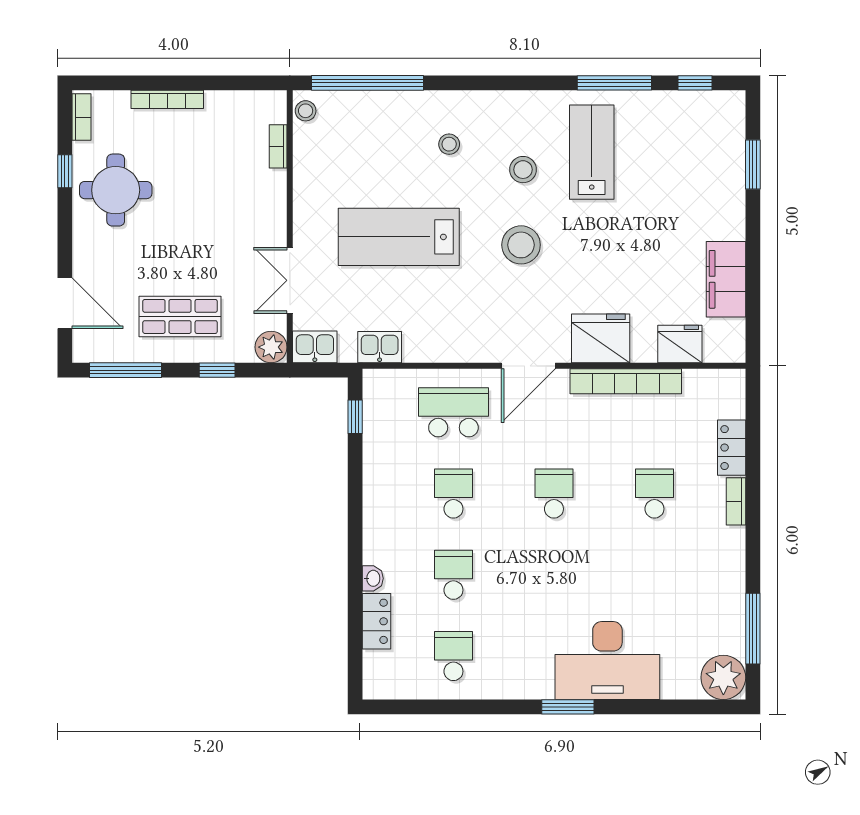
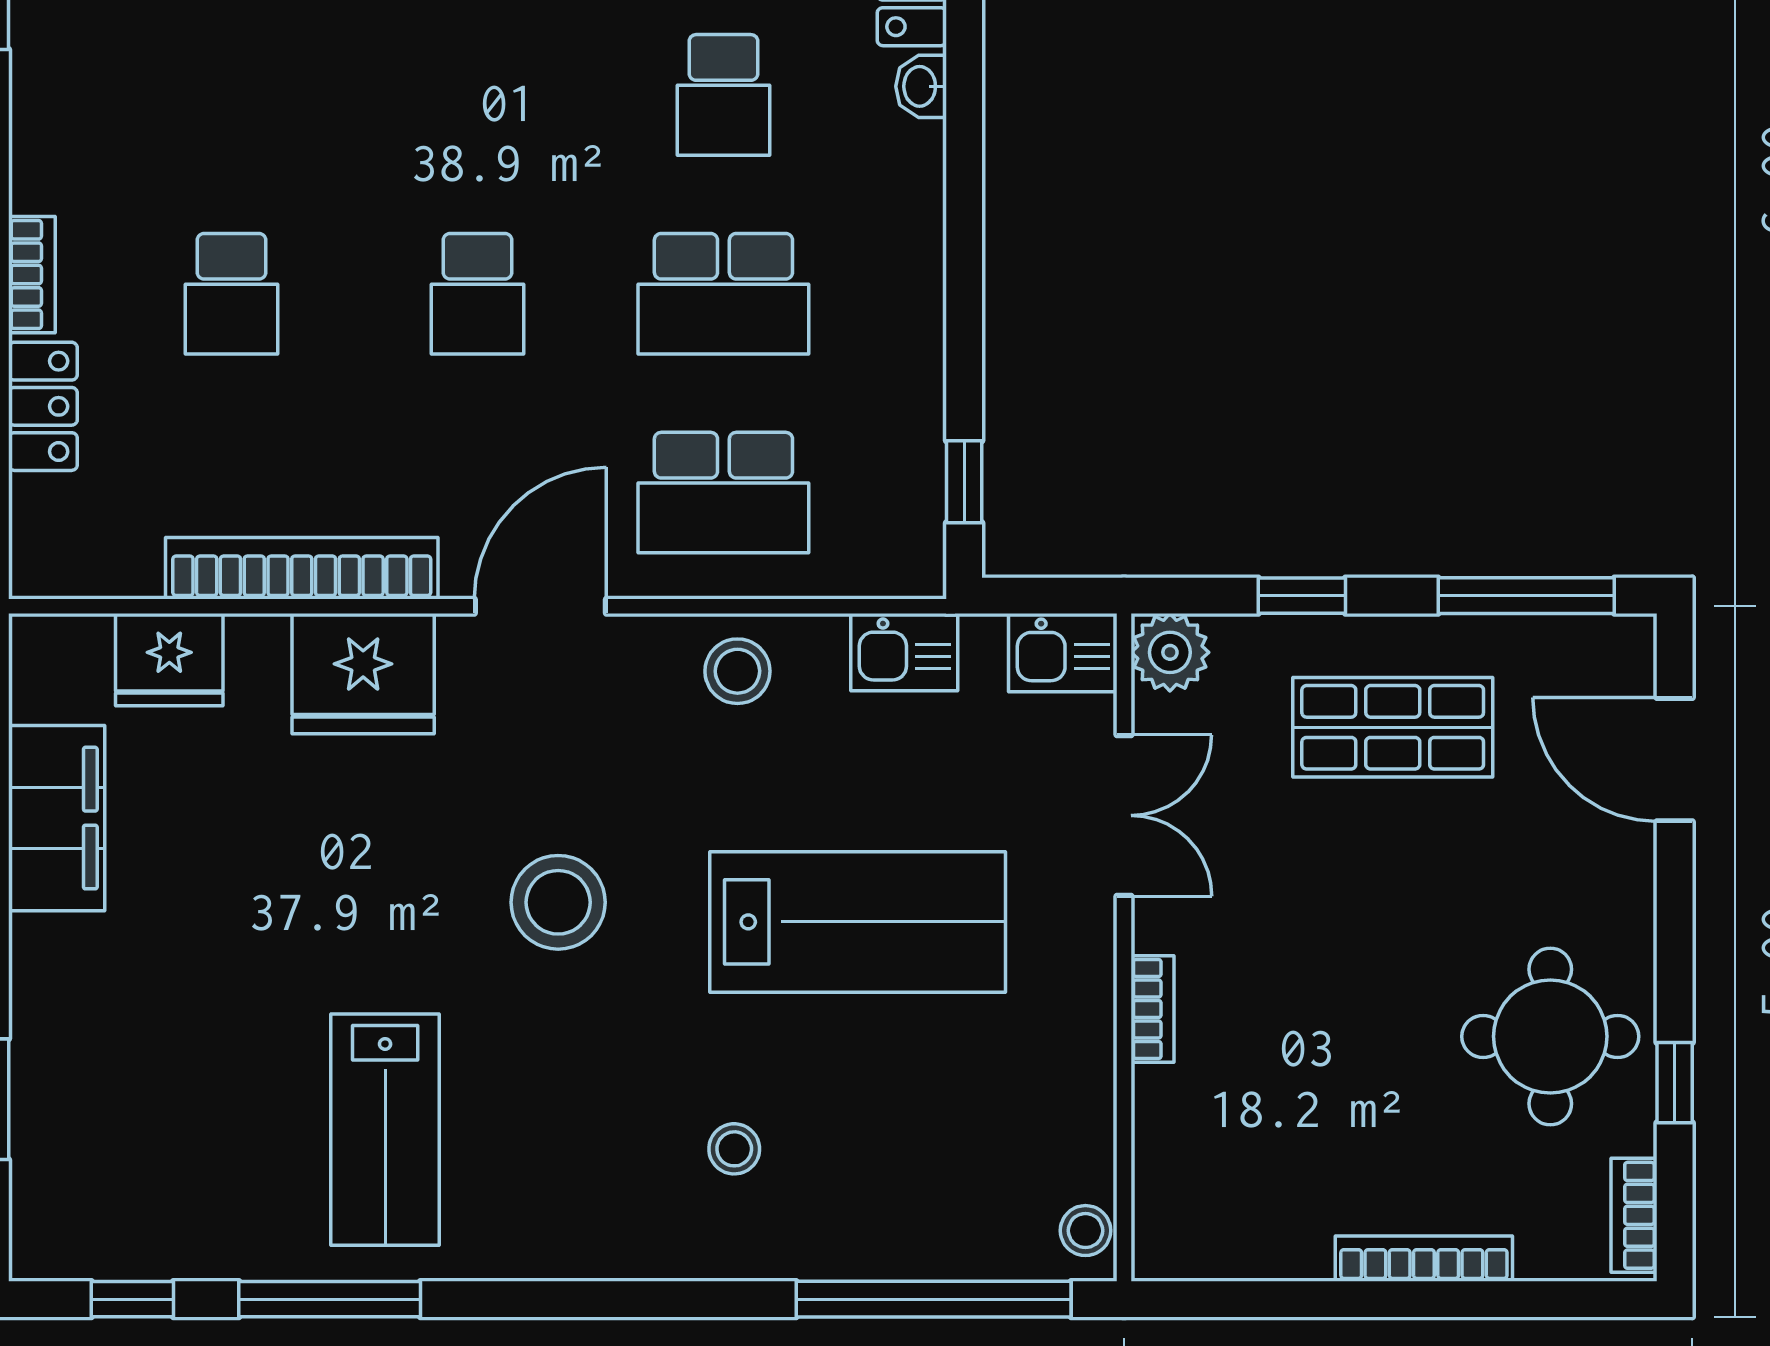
bookcase: (278, 146) -> (1152, 1009), moved
stool: (523, 170) -> (737, 671), moved
school desk: (453, 494) -> (723, 294), width x1.85

